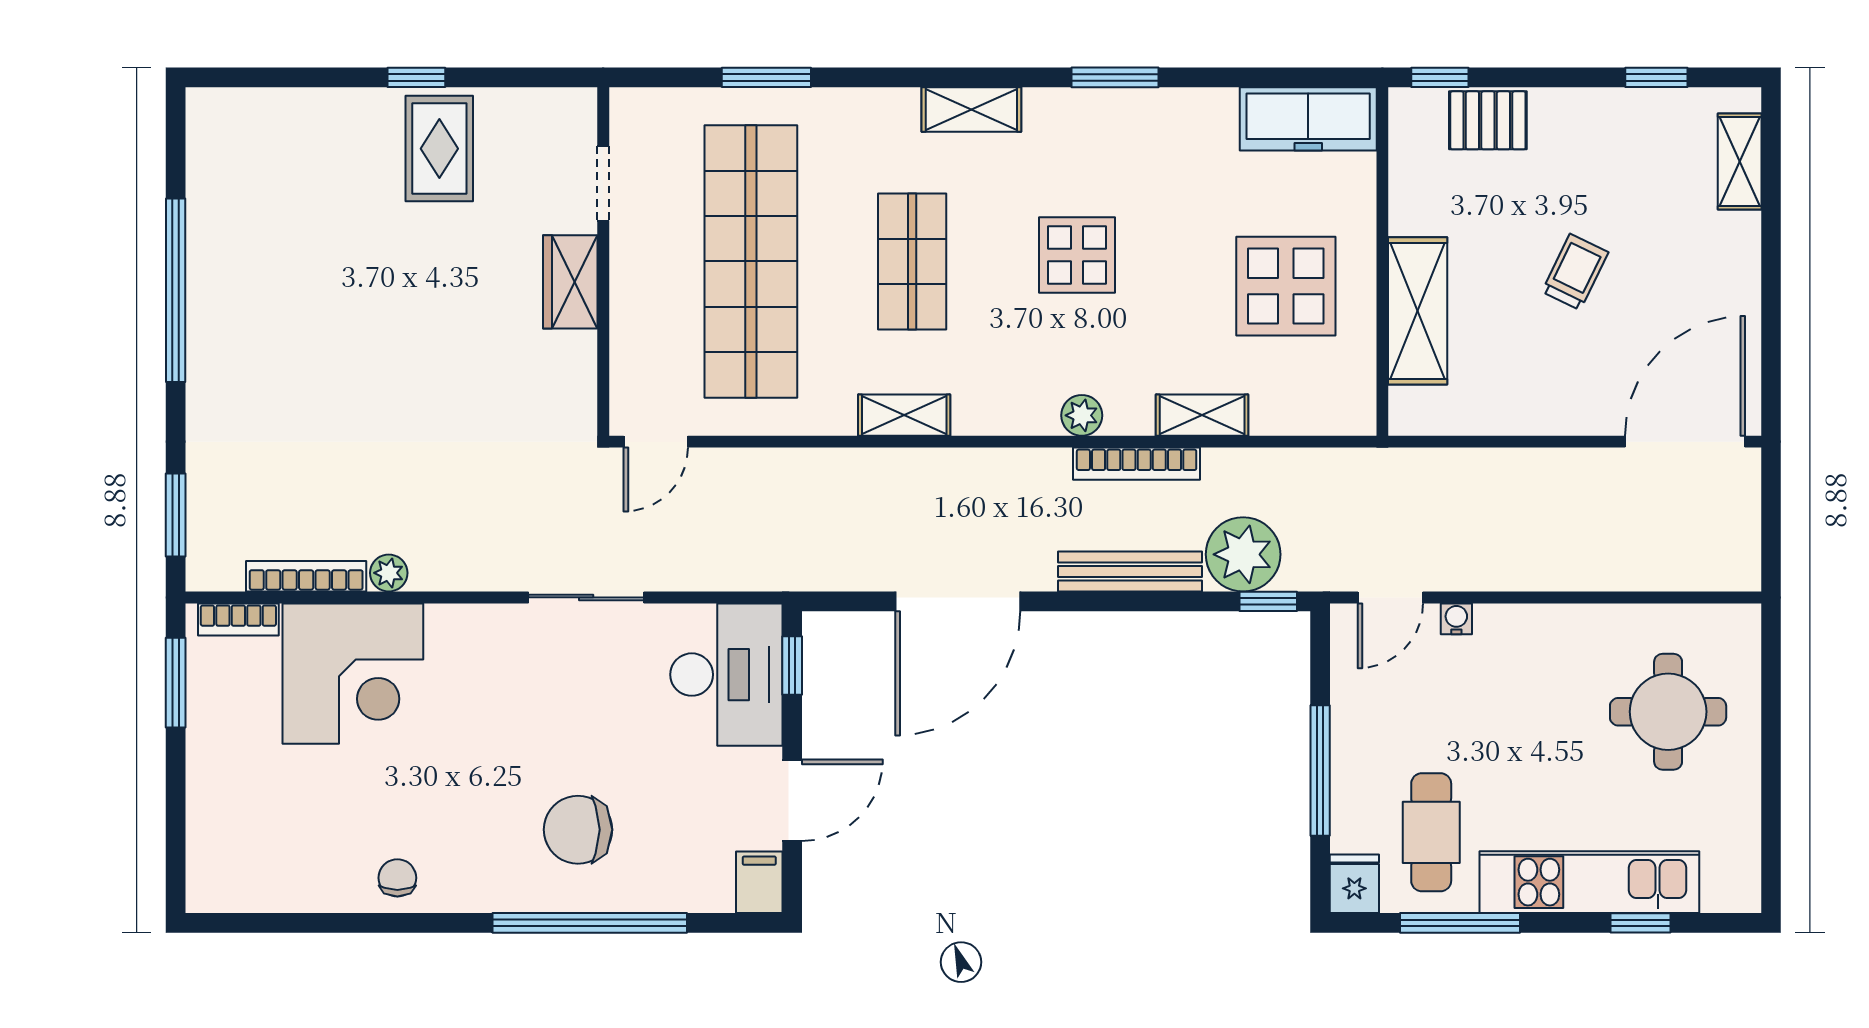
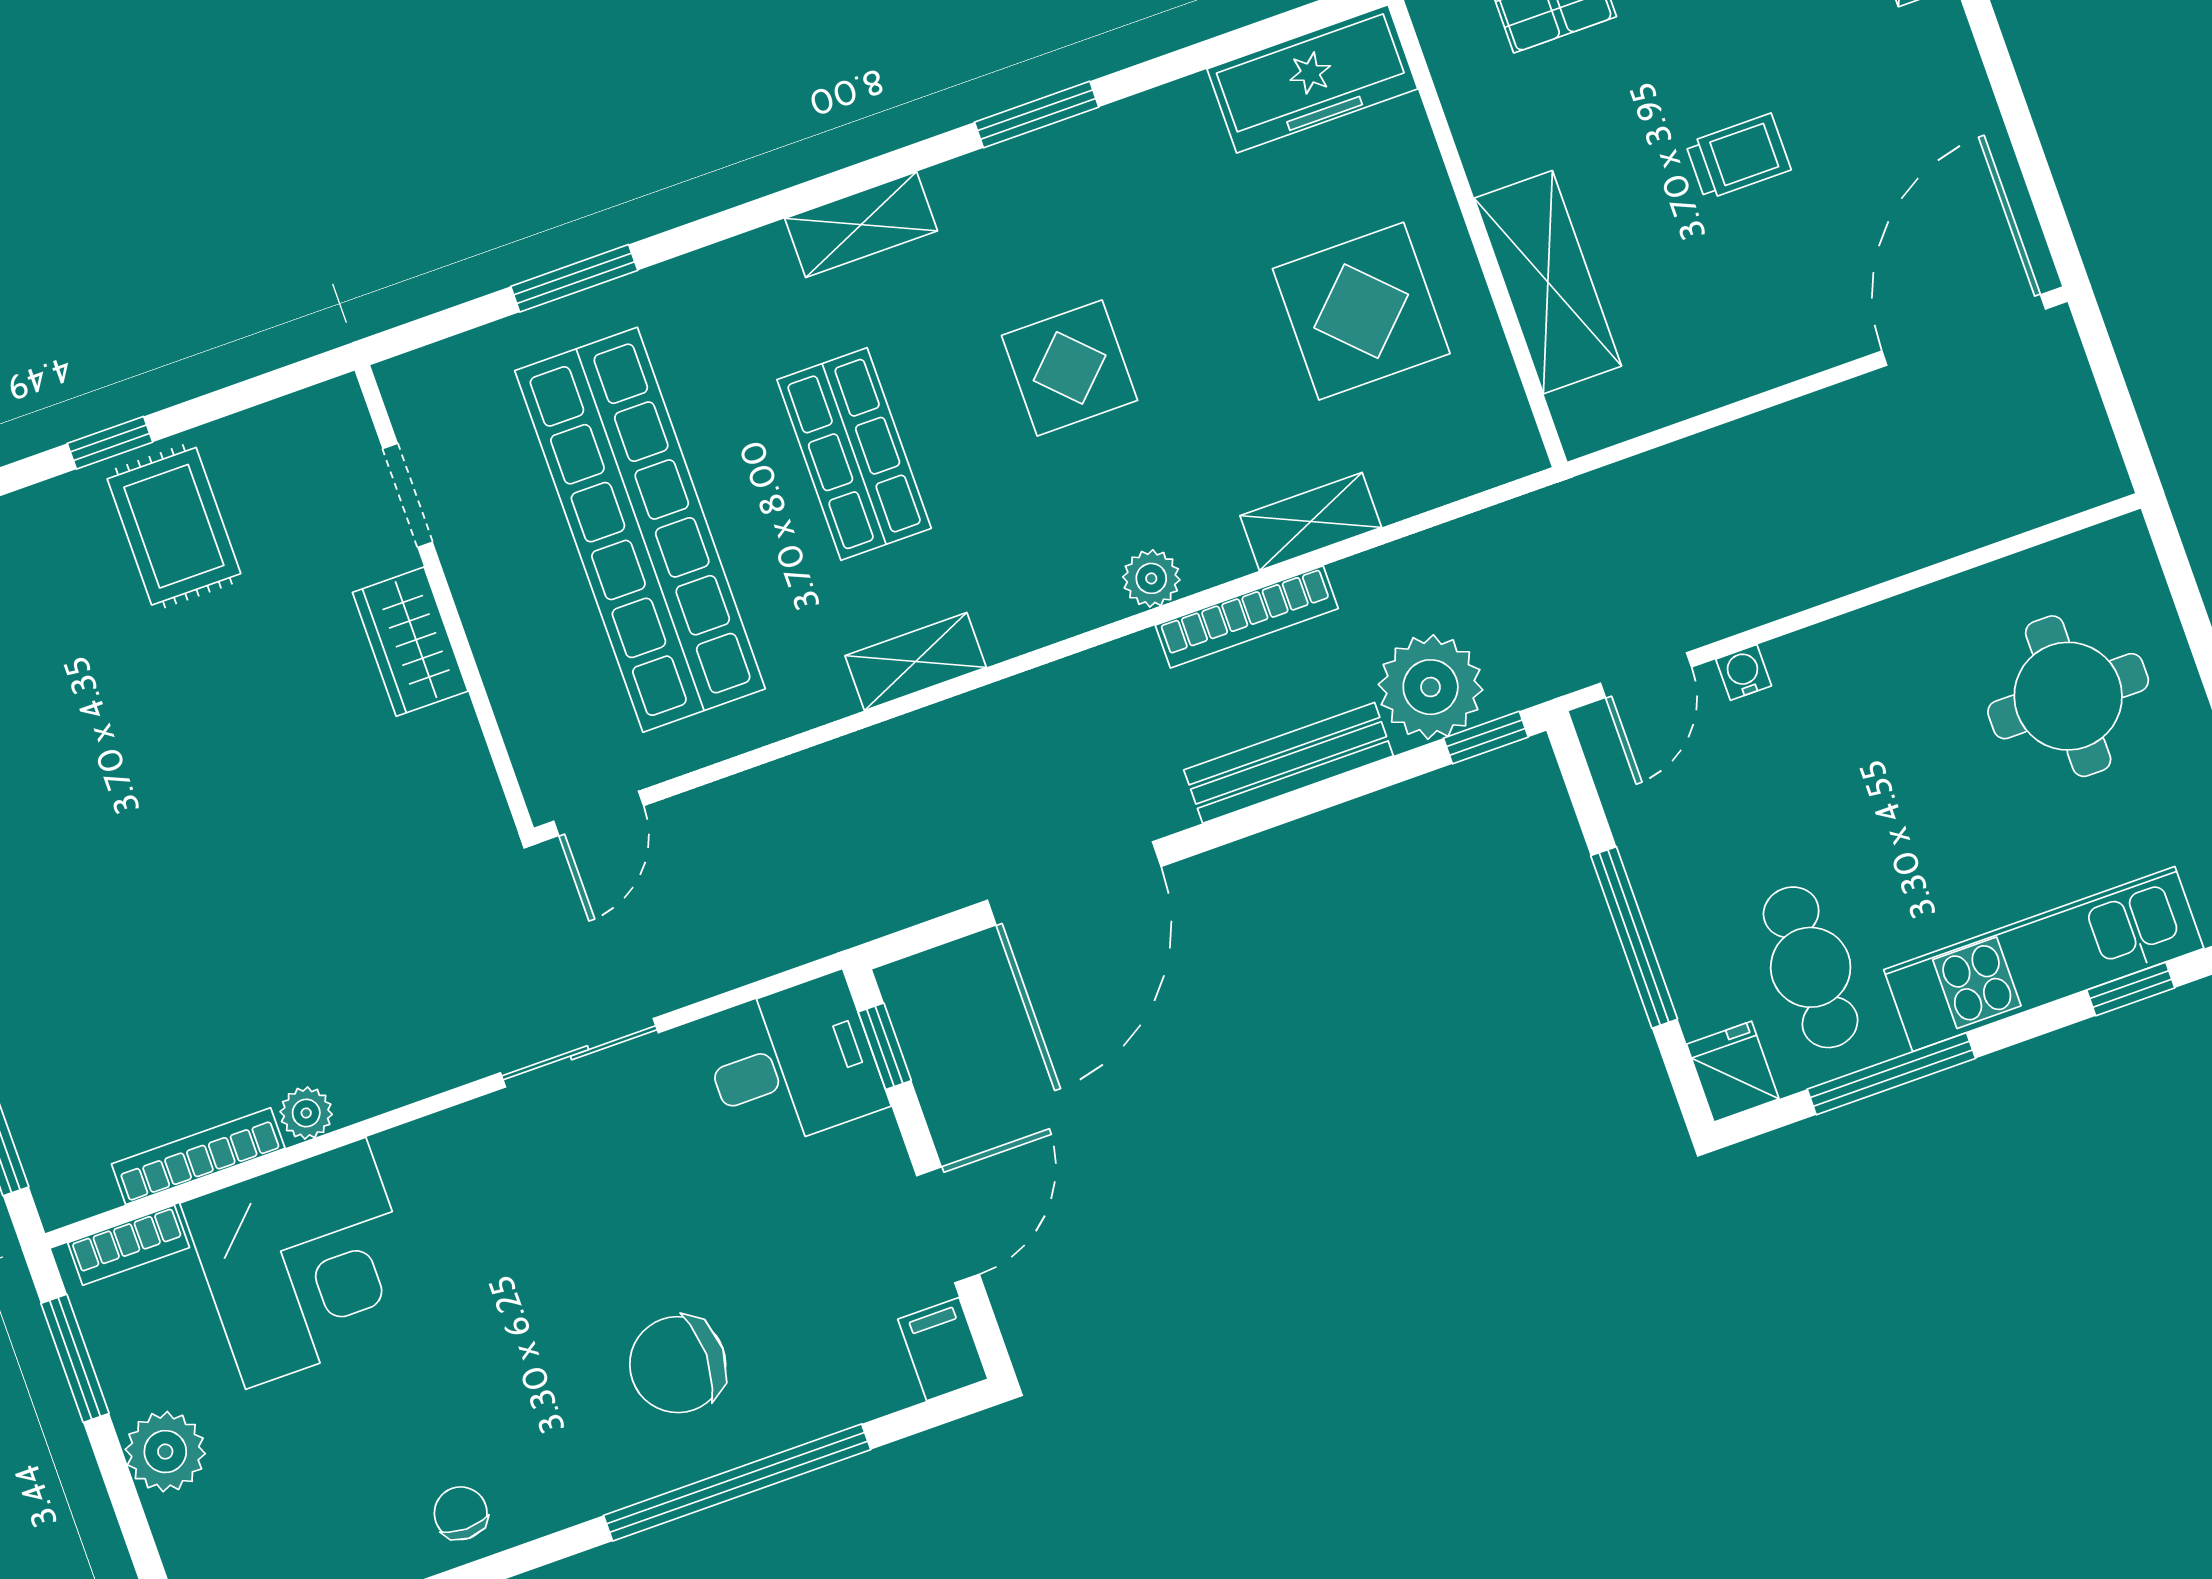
trolley: (1575, 272) -> (1738, 157), turned 64
desk: (726, 675) -> (793, 1064), width x0.73
plant: (214, 766) -> (165, 1452), added

